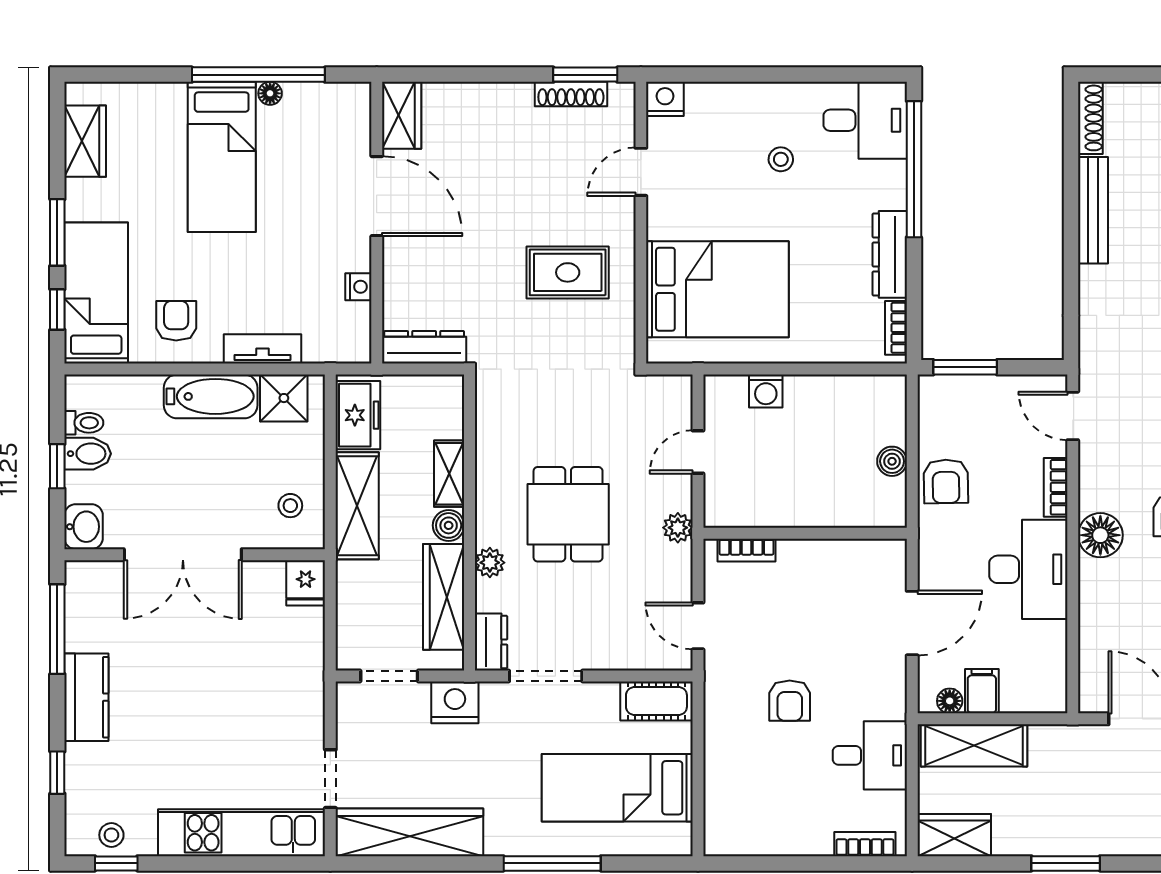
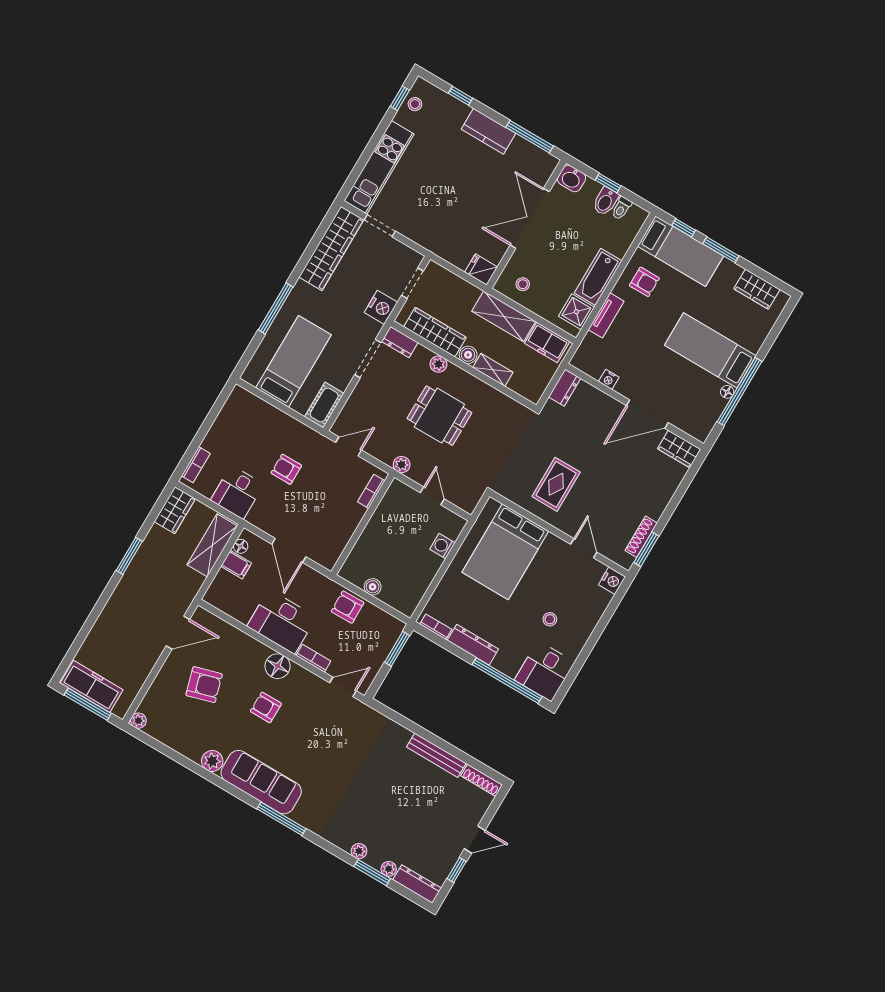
dresser: (424, 347) -> (565, 388), width x0.70

